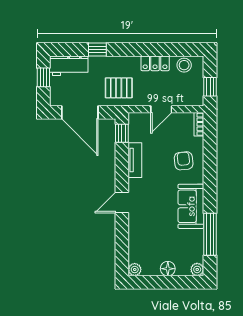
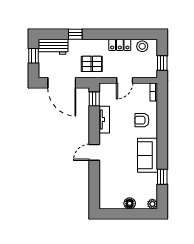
armchair: (184, 161) -> (142, 120), turned -84
window: (210, 234) -> (162, 177), width x0.46
plant: (135, 270) -> (104, 204), removed

